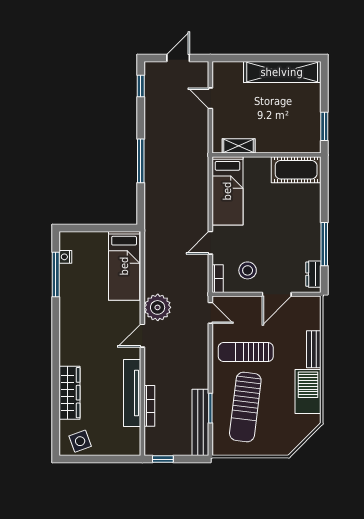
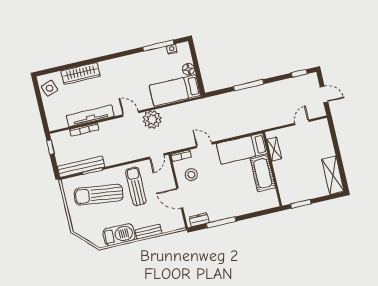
shelving: (282, 72) -> (333, 175), width x0.68
cot: (296, 170) -> (263, 173), moved
floor lamp: (99, 240) -> (189, 69), added

